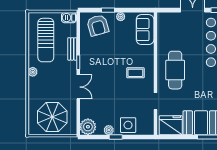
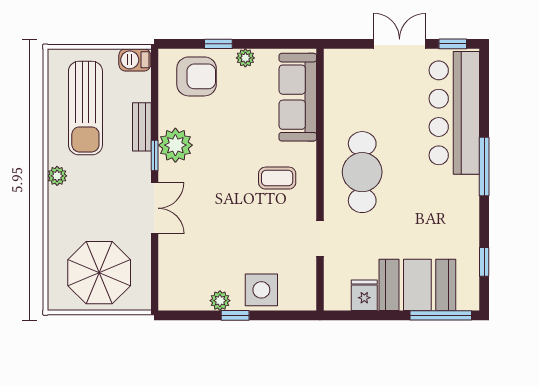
armchair: (98, 25) -> (197, 76), turned -74
sofa: (145, 30) -> (298, 97), width x1.36
fridge: (171, 125) -> (364, 295), width x0.53, depth x0.75
plant: (88, 127) -> (175, 145), moved

